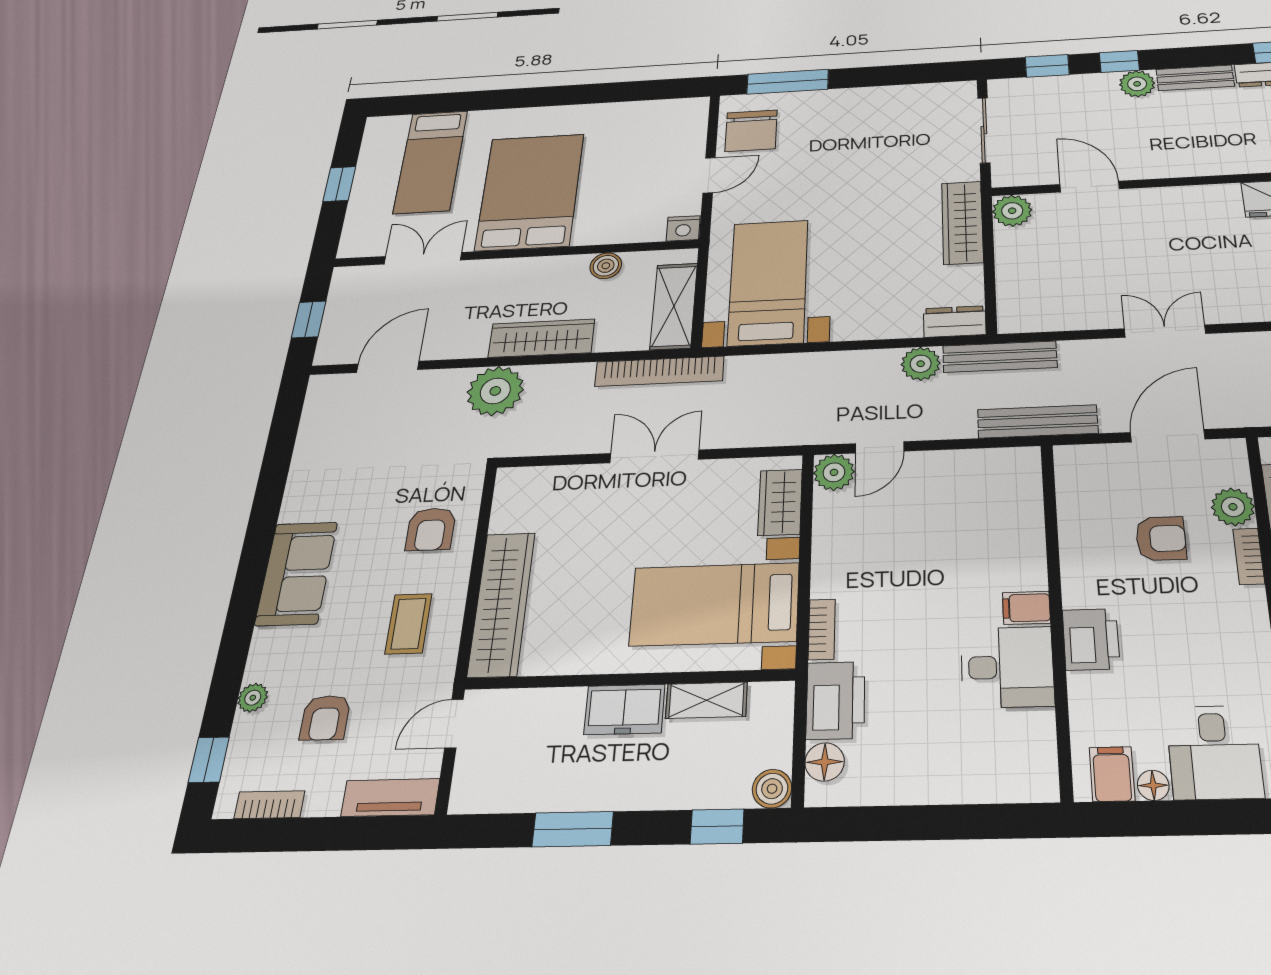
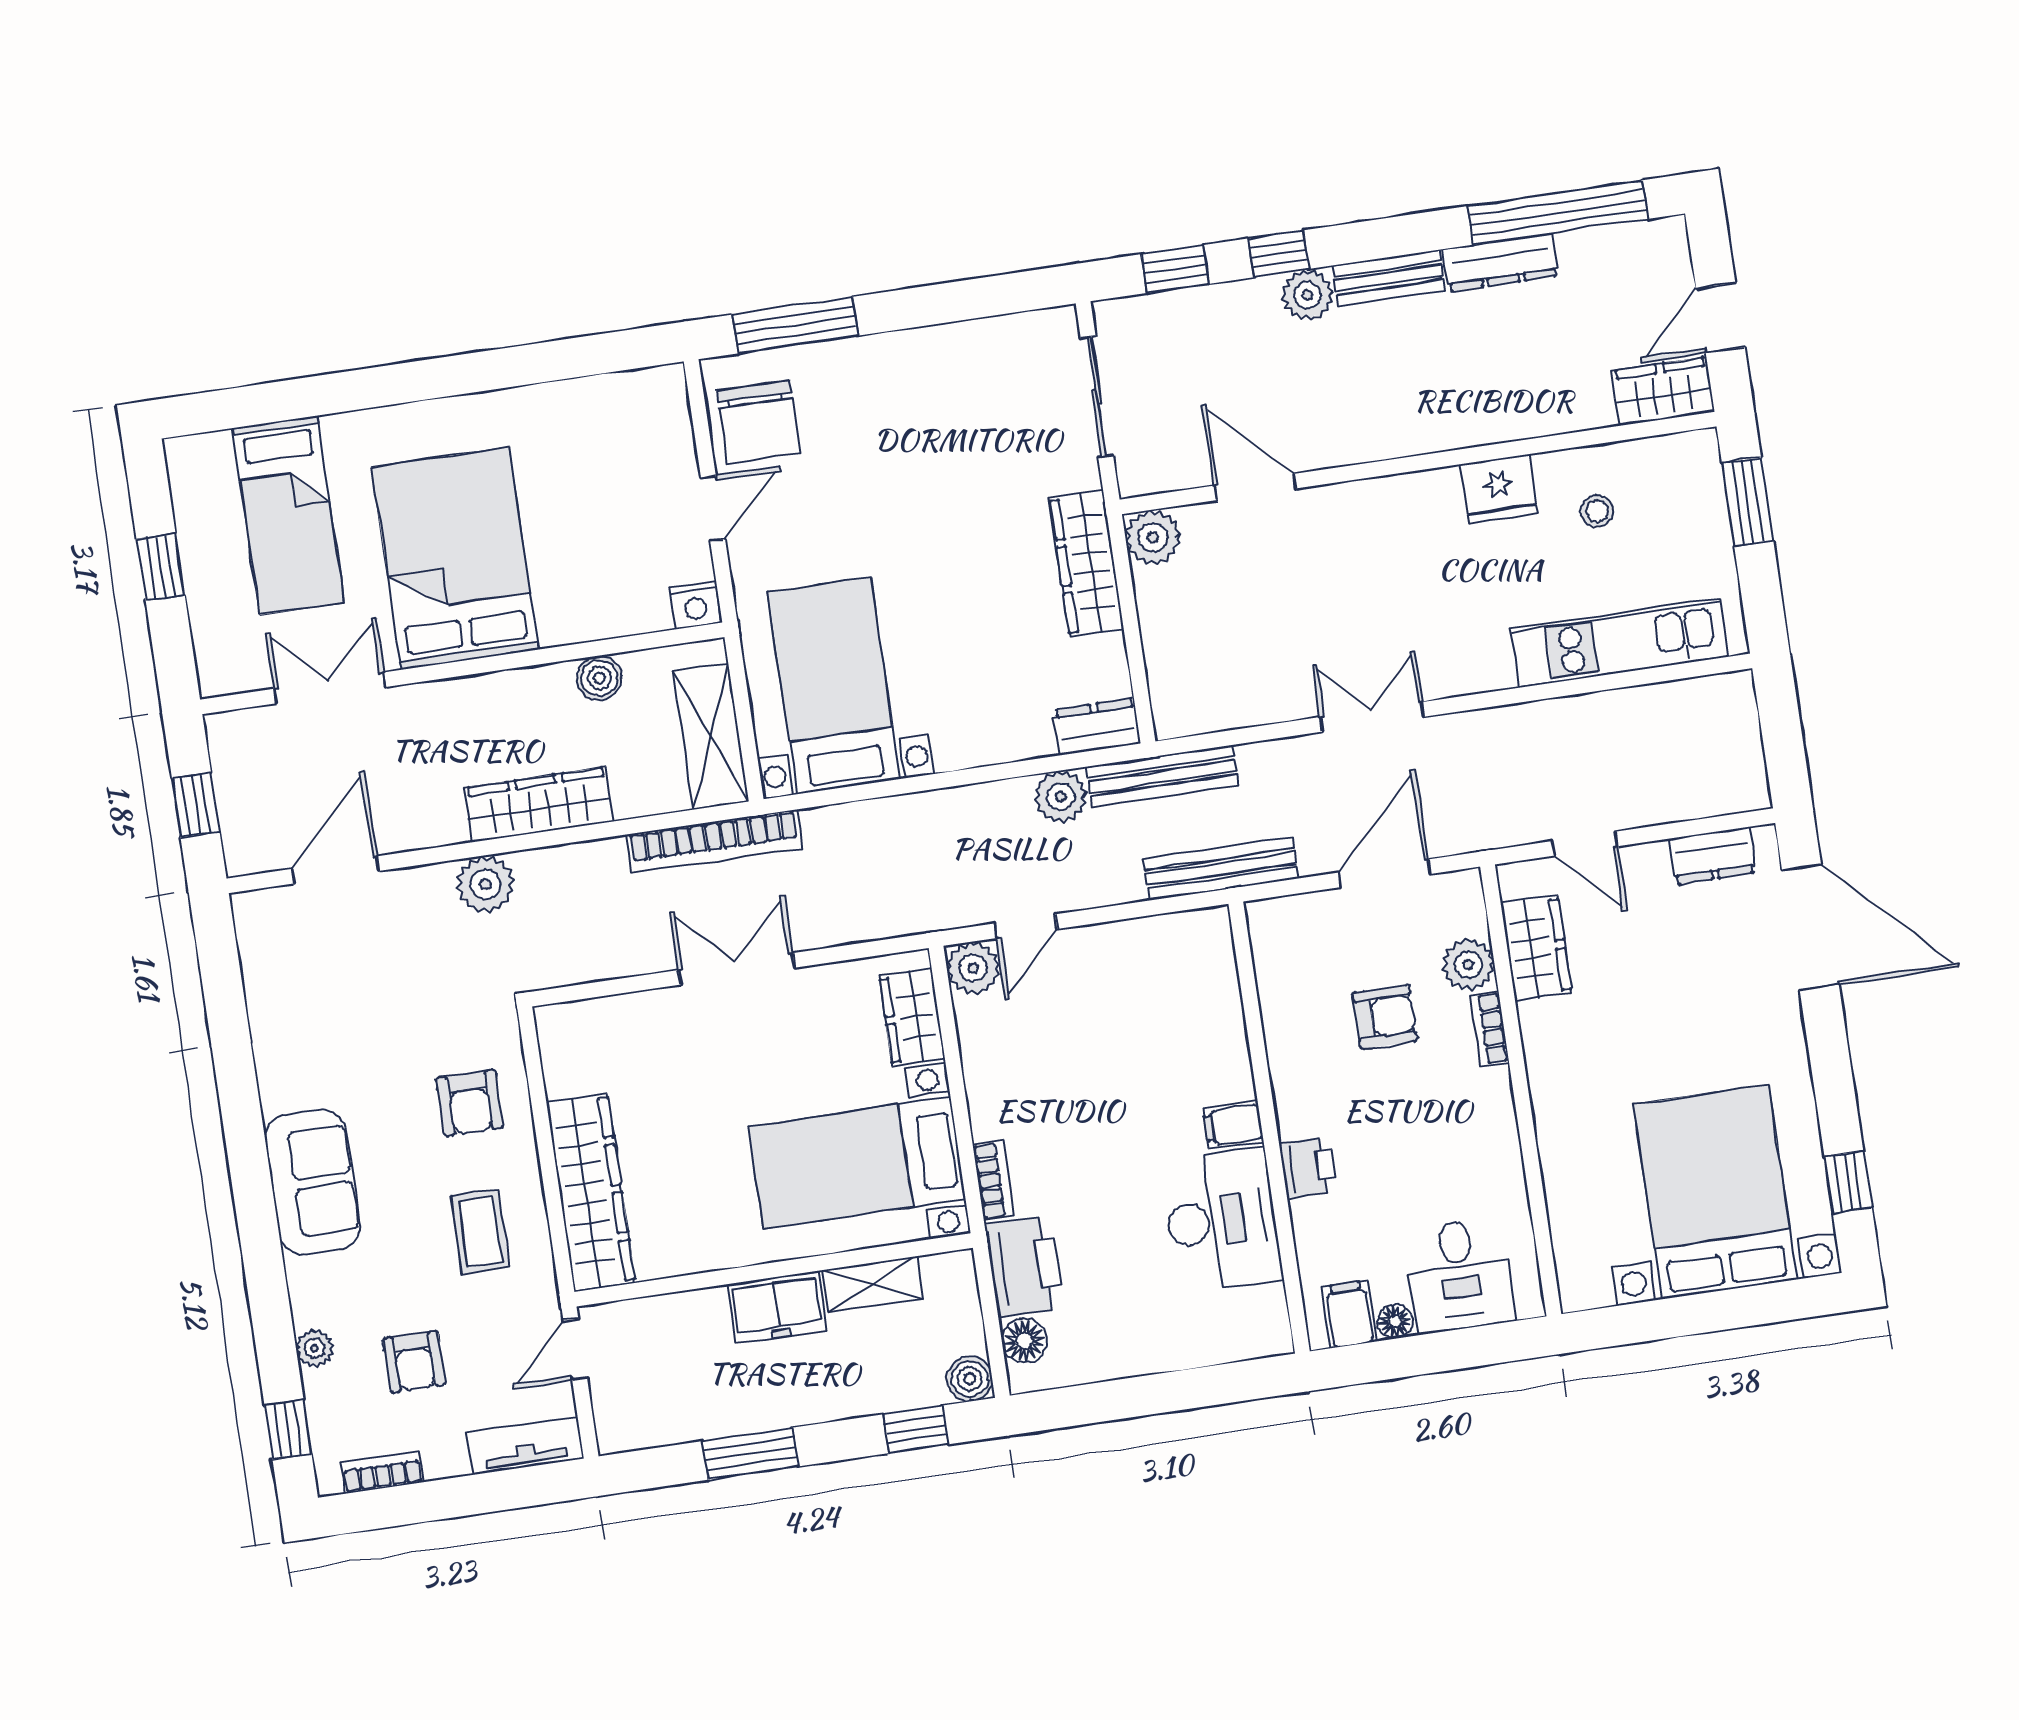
plant: (495, 391) -> (485, 884), width x0.73, depth x0.73
printer: (1091, 639) -> (1308, 1167), width x0.73, depth x0.81
desk: (1007, 667) -> (1222, 1220), width x1.37

